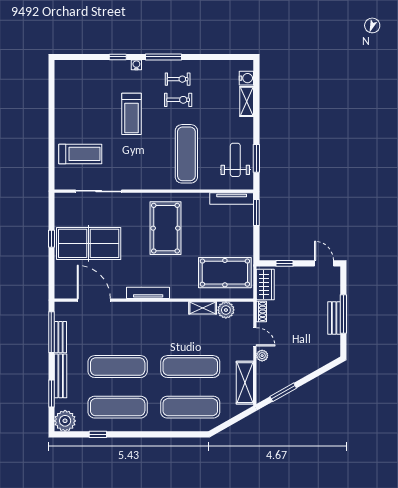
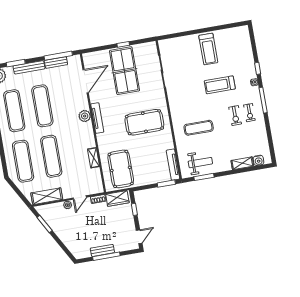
treadmill: (80, 154) -> (208, 49), moved
exercise mat: (186, 154) -> (199, 128), width x0.73, depth x0.69
plant: (226, 310) -> (85, 116), moved

